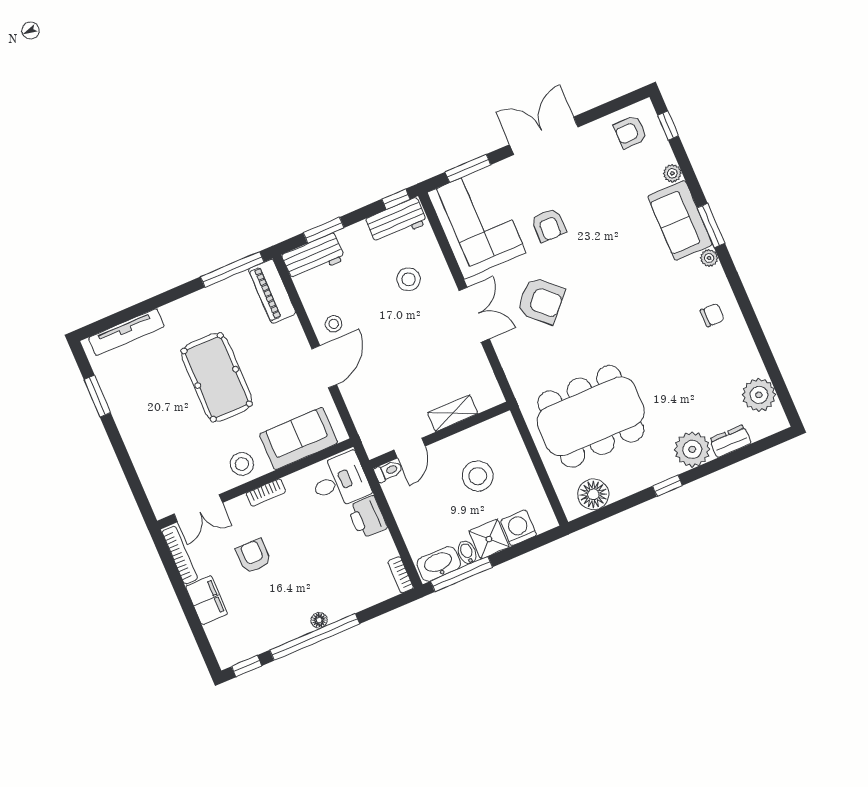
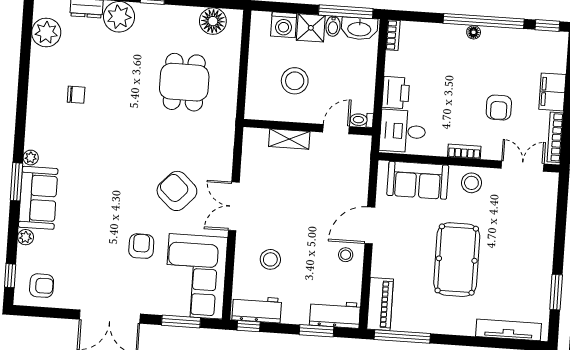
chair: (712, 315) -> (76, 95), moved, turned 180
dining table: (591, 416) -> (184, 82), width x0.53, depth x0.80

